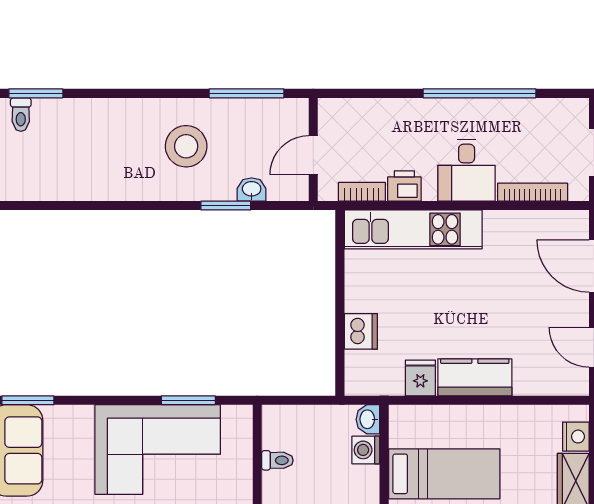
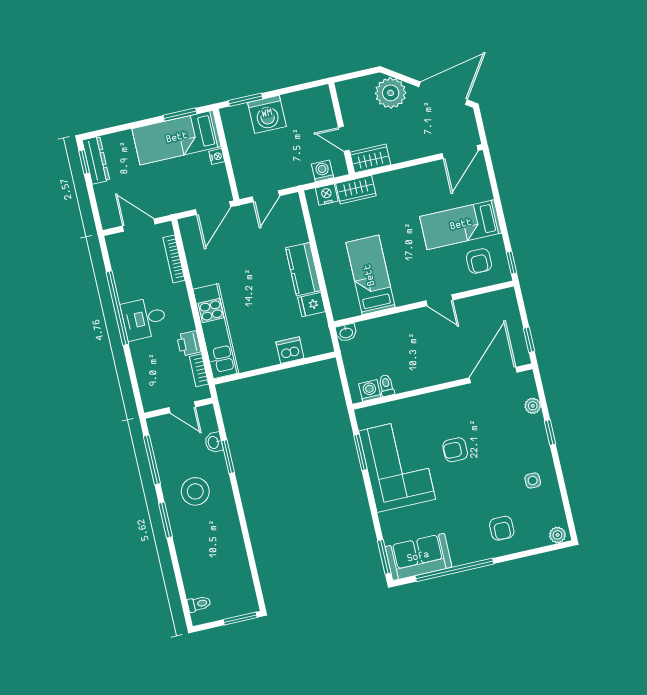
window: (36, 93) -> (166, 520), moved
desk: (467, 170) -> (144, 319), moved, turned 180
washing machine: (366, 450) -> (370, 391), moved, turned 180

